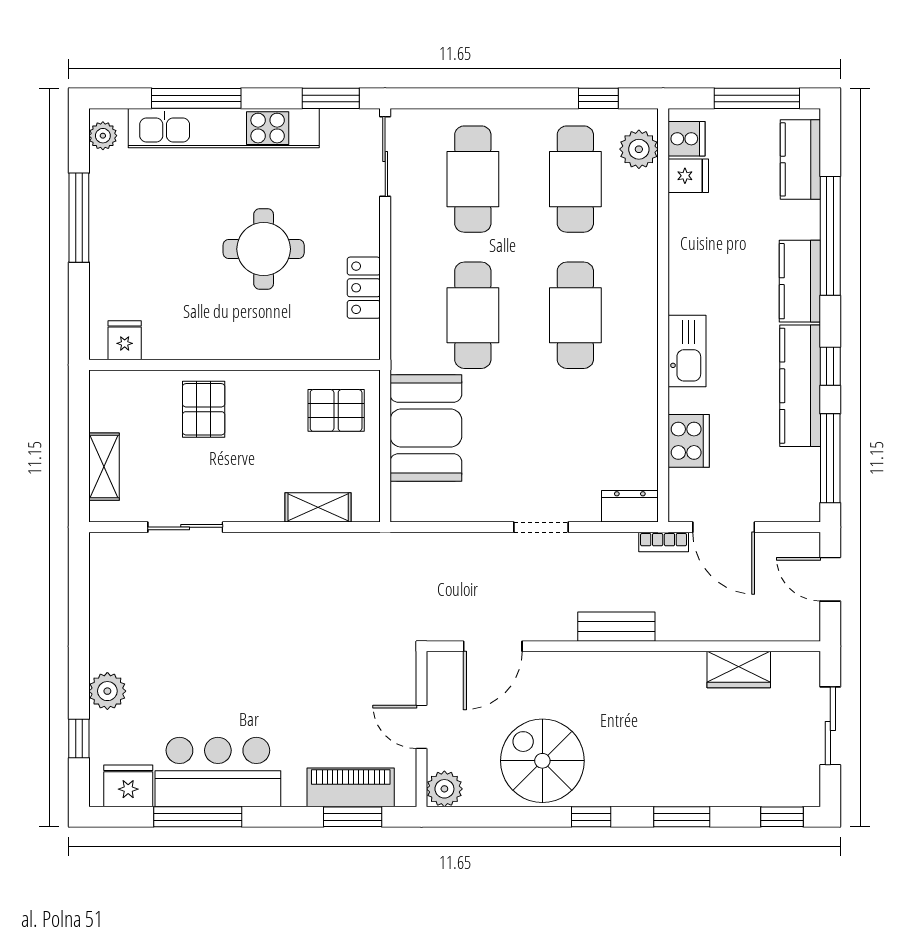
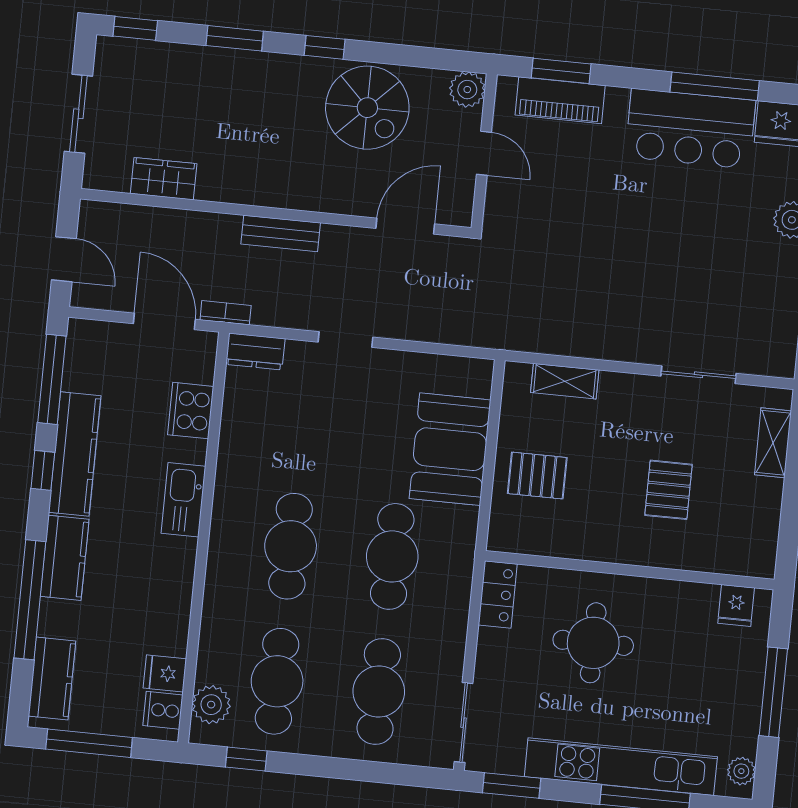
fridge: (125, 340) -> (736, 605), moved
wall: (234, 365) -> (630, 570), moved

